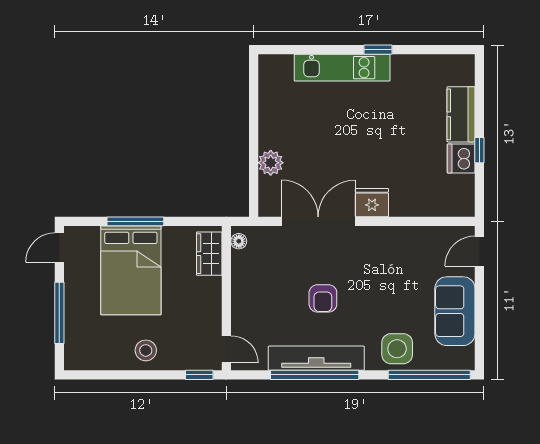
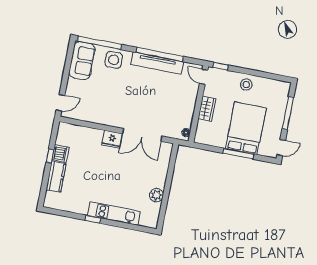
plant: (271, 163) -> (156, 195), moved
wardrobe: (209, 254) -> (207, 109), moved
armchair: (323, 298) -> (148, 94), removed
sofa: (455, 311) -> (82, 61), moved

